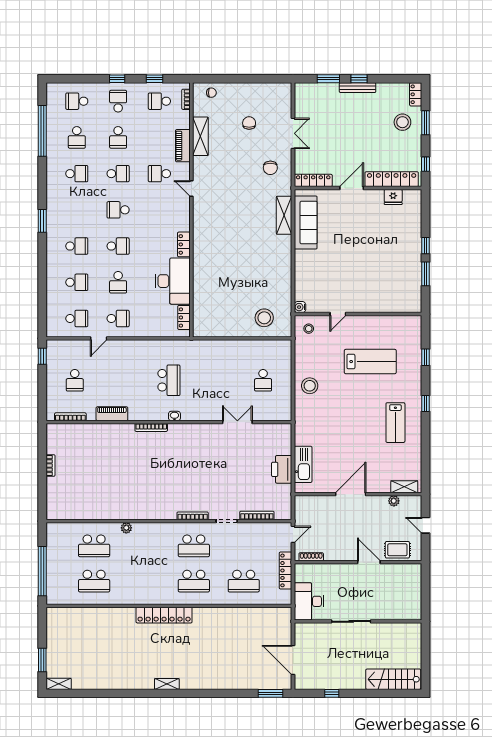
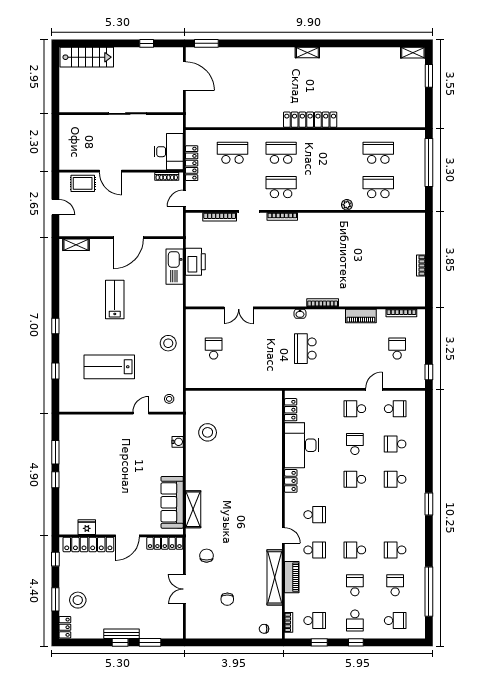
shelving: (200, 136) -> (275, 577), width x1.47
school desk: (118, 210) -> (315, 515), moved
water cooler: (300, 307) -> (178, 442), moved
stool: (264, 318) -> (208, 432), moved
school desk: (77, 319) -> (395, 409), turned 180
lab bench: (395, 423) -> (115, 300), moved
plant: (394, 501) -> (86, 231), removed
desk: (309, 601) -> (169, 152), moved

